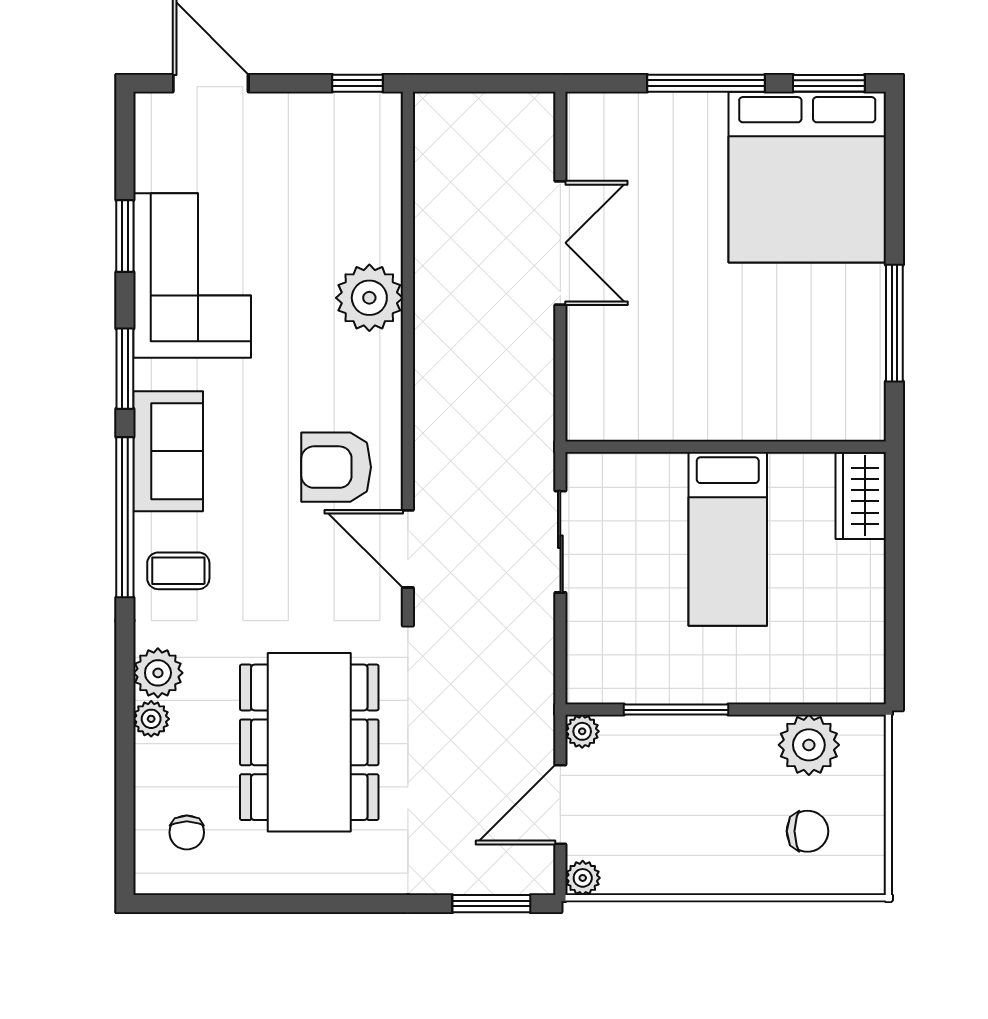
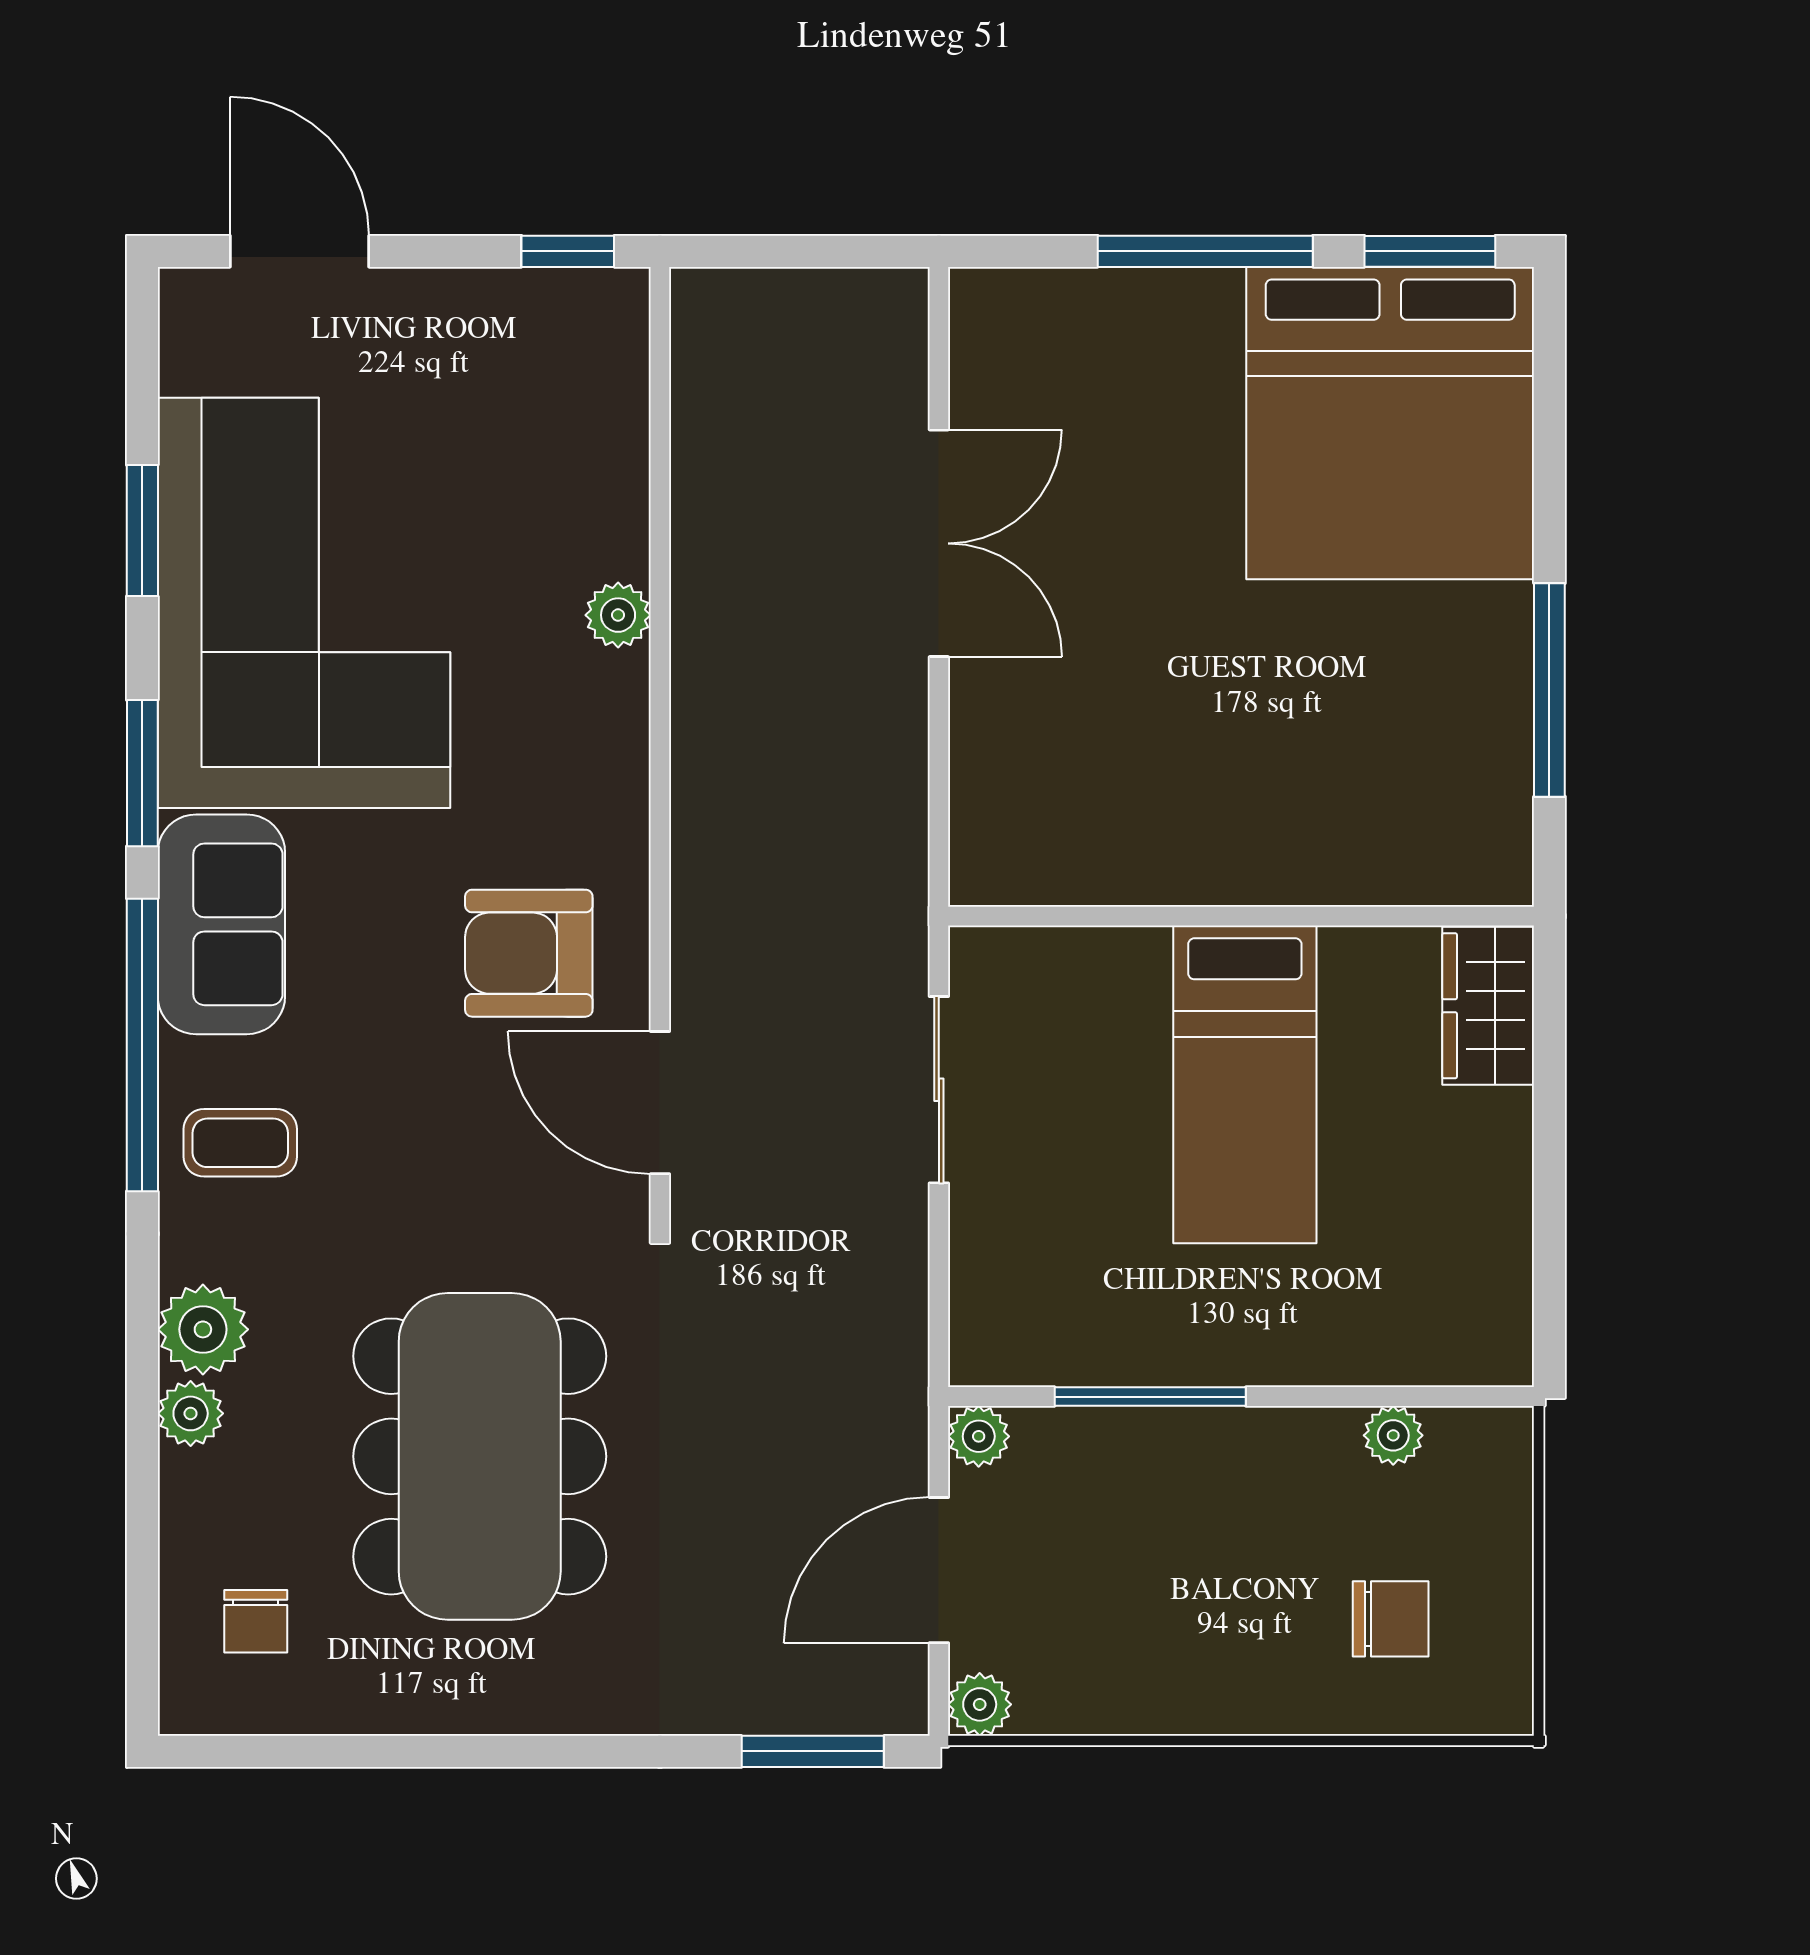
corner sofa: (192, 276) -> (304, 603), width x1.36, depth x1.36
plant: (369, 298) -> (618, 615), width x0.53, depth x0.53
plant: (809, 745) -> (1393, 1435), width x0.53, depth x0.53

